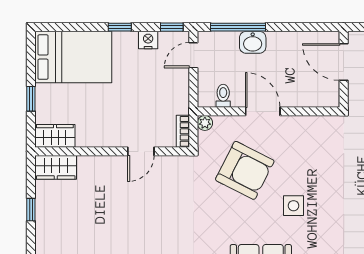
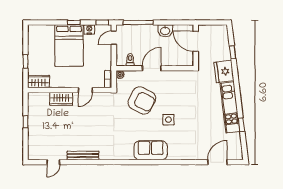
washbasin: (253, 42) -> (165, 31), moved
bed: (73, 57) -> (69, 45), moved, turned 90
door: (263, 111) -> (152, 68), hinge flipped
wardrobe: (56, 167) -> (61, 99), moved

